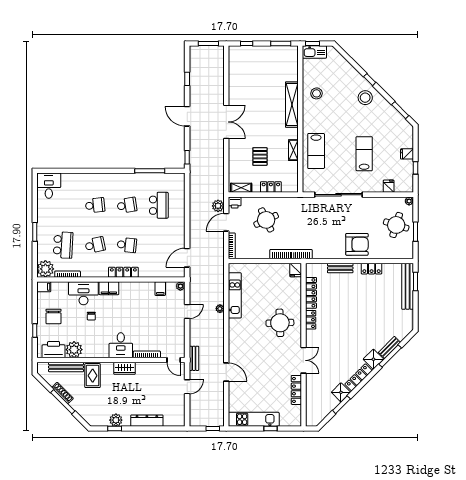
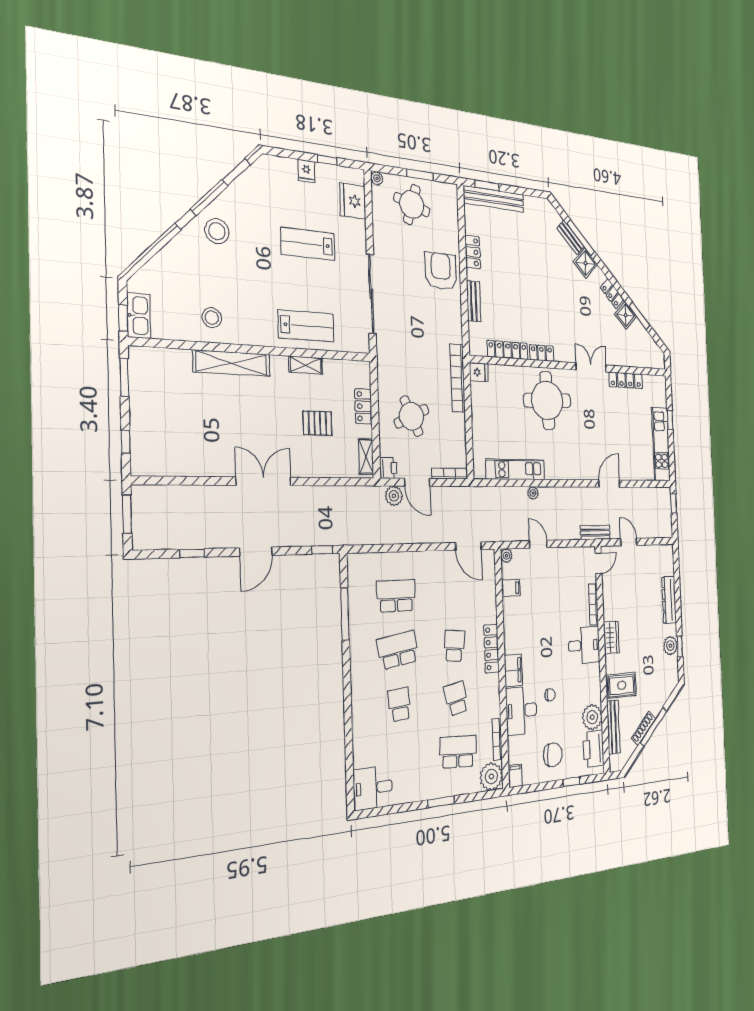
fridge: (389, 186) -> (353, 201), width x1.88, depth x1.34
school desk: (127, 205) -> (398, 650), width x1.85
round table: (280, 323) -> (547, 400), width x1.36, depth x1.36
locker: (359, 377) -> (612, 294), width x0.66

